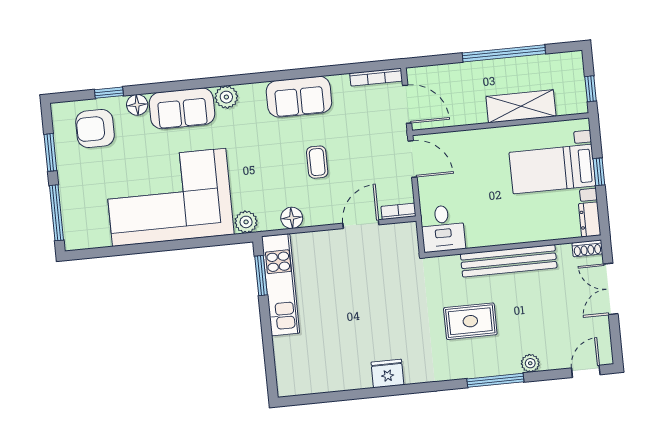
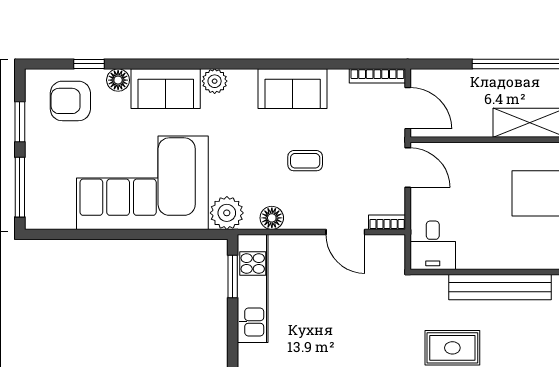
coffee table: (317, 162) -> (305, 161), turned 90
plant: (246, 222) -> (227, 213), width x1.36, depth x1.36
door: (361, 224) -> (345, 232), swing flipped

